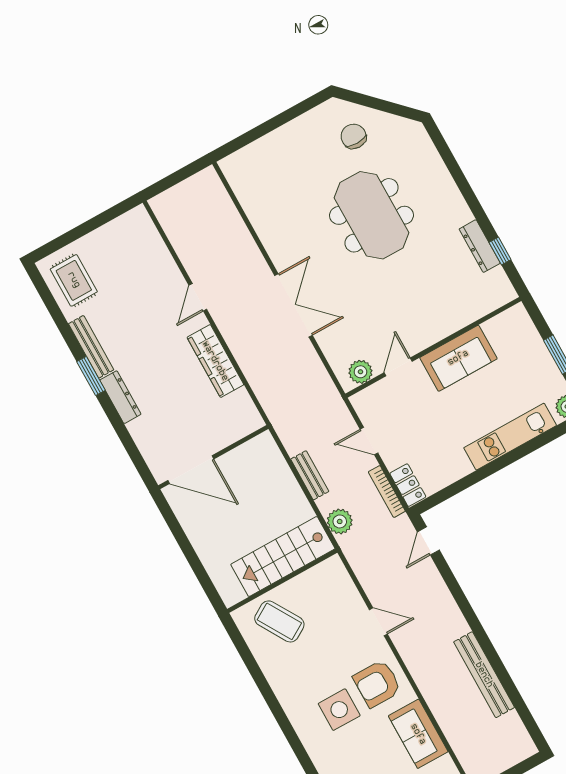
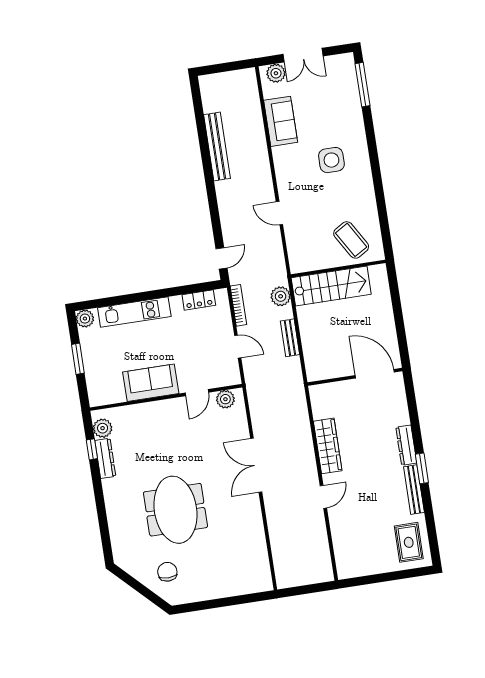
chair: (354, 136) -> (167, 572), turned 180
plant: (497, 281) -> (103, 428), added
locker: (408, 485) -> (199, 300), moved, turned -90
armchair: (377, 684) -> (297, 169), removed

